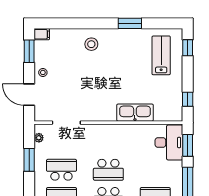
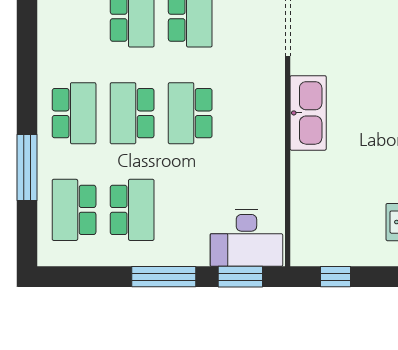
kitchen sink: (135, 113) -> (308, 113), moved

